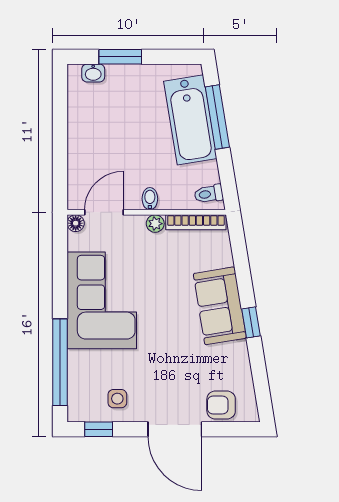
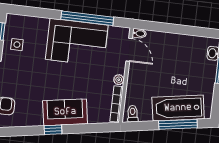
bidet: (150, 199) -> (139, 33), moved
floor lamp: (76, 223) -> (125, 32), removed
window: (60, 362) -> (87, 18), moved

